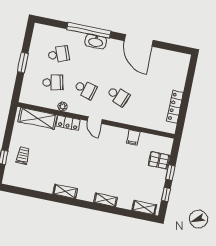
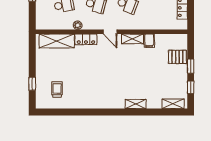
trolley: (23, 155) -> (57, 89), moved
shelving: (65, 191) -> (132, 39), moved

